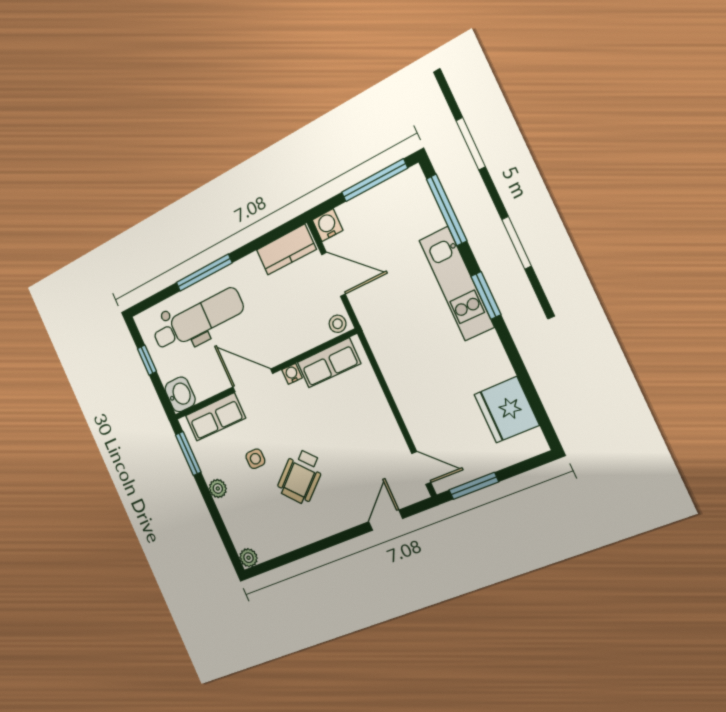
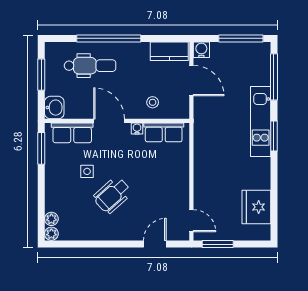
window: (204, 273) -> (109, 38), width x1.46
dental chair: (198, 320) -> (90, 66), width x0.73, depth x0.72
stool: (338, 324) -> (153, 102), moved
window: (147, 360) -> (41, 75), width x1.50
plant: (218, 489) -> (51, 219), moved

